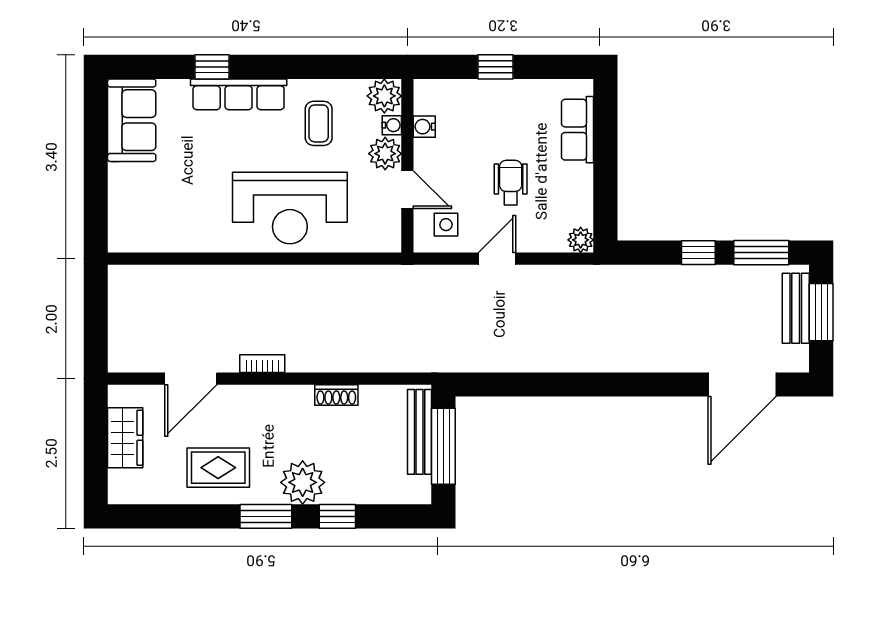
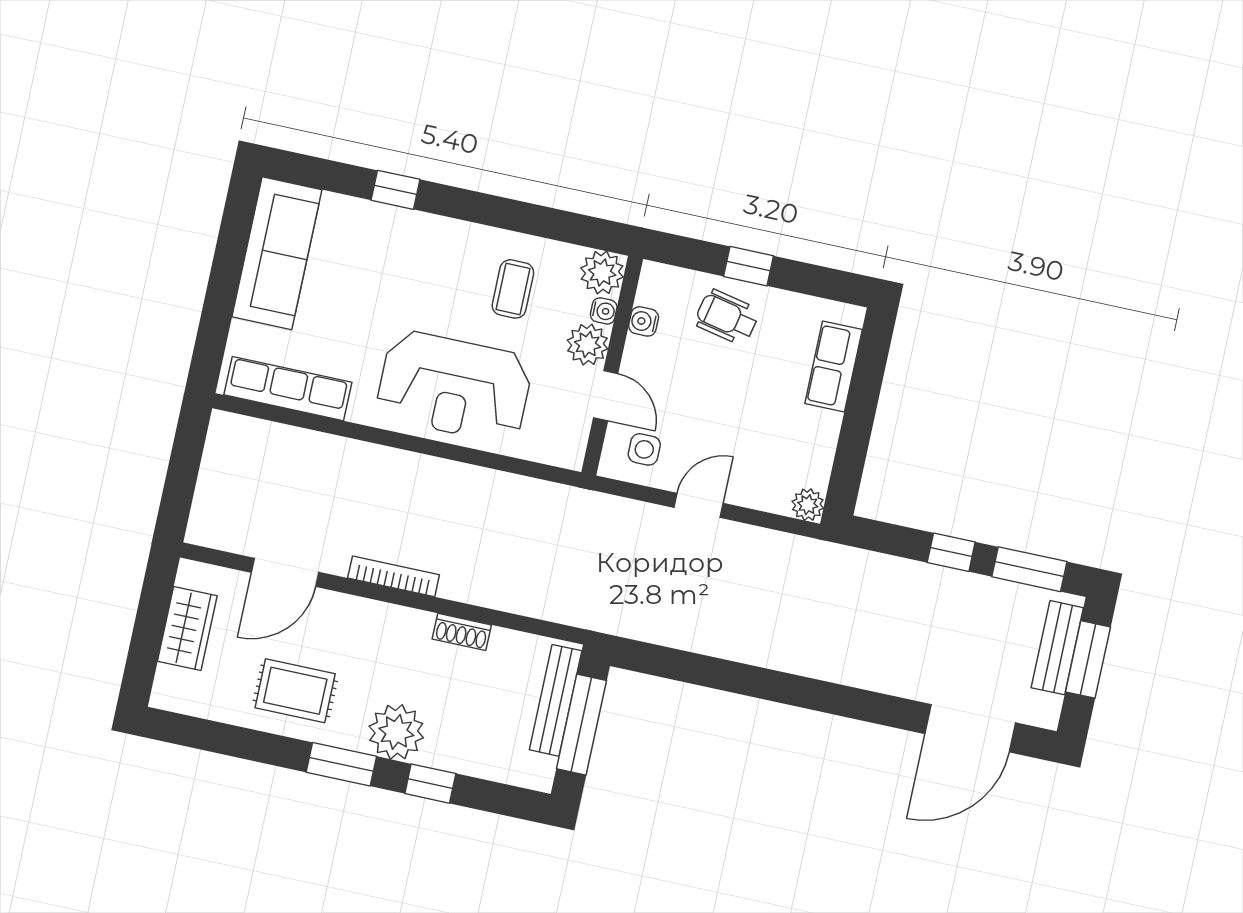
row of seats: (239, 94) -> (288, 389), moved, turned 180
sofa: (132, 120) -> (277, 253), width x1.36
wheelchair: (511, 183) -> (727, 317), moved, turned -78
bookcase: (262, 364) -> (394, 576), width x1.56

